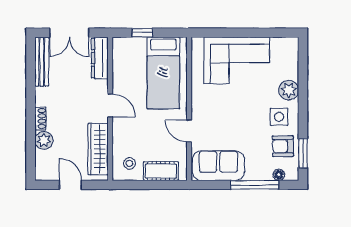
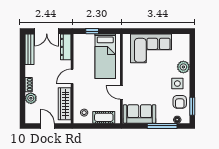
door: (110, 105) -> (72, 76), swing flipped
armchair: (283, 146) -> (180, 102), turned -89

